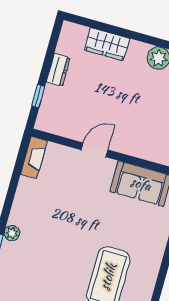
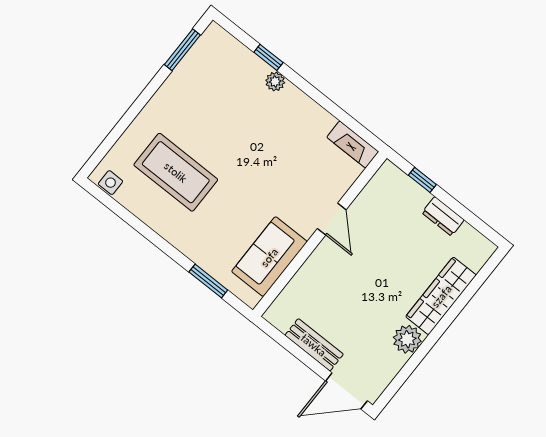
wardrobe: (107, 44) -> (441, 296), width x1.50

